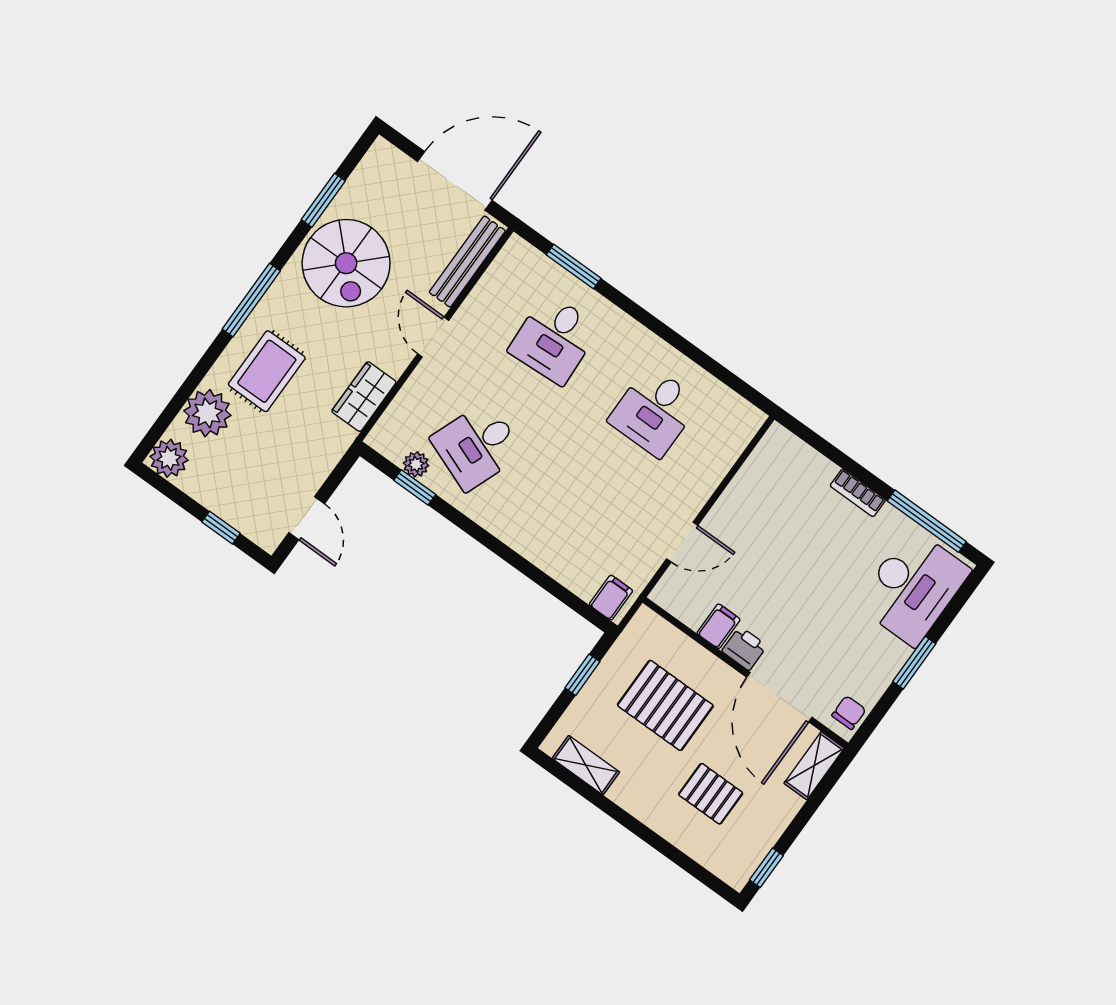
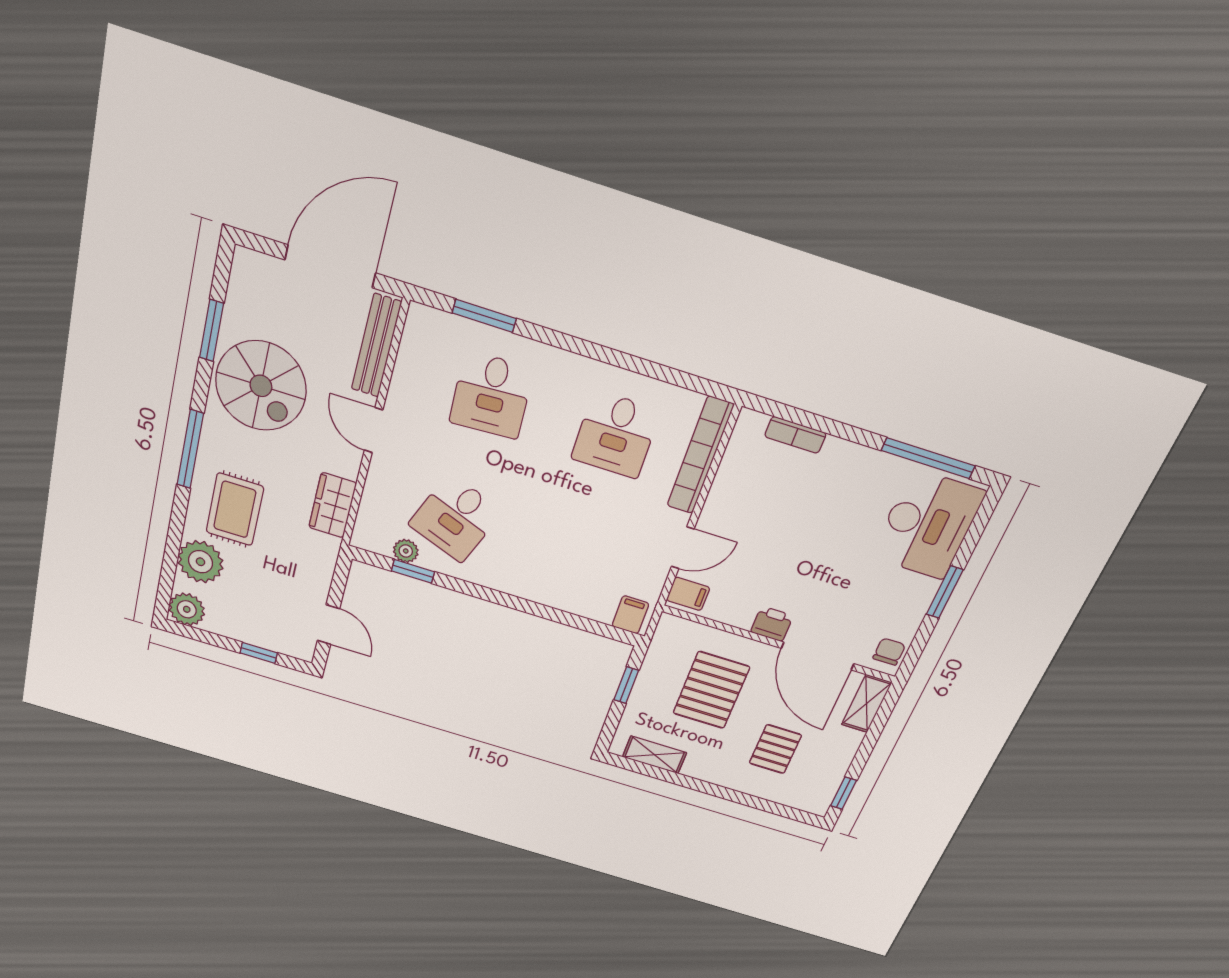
bookcase: (725, 455) -> (700, 456), added
bookcase: (858, 493) -> (795, 435), moved
filing cabinet: (719, 626) -> (688, 594), moved, turned 90
pallet: (665, 705) -> (711, 690), turned 90
pallet: (711, 794) -> (775, 749), turned 90

